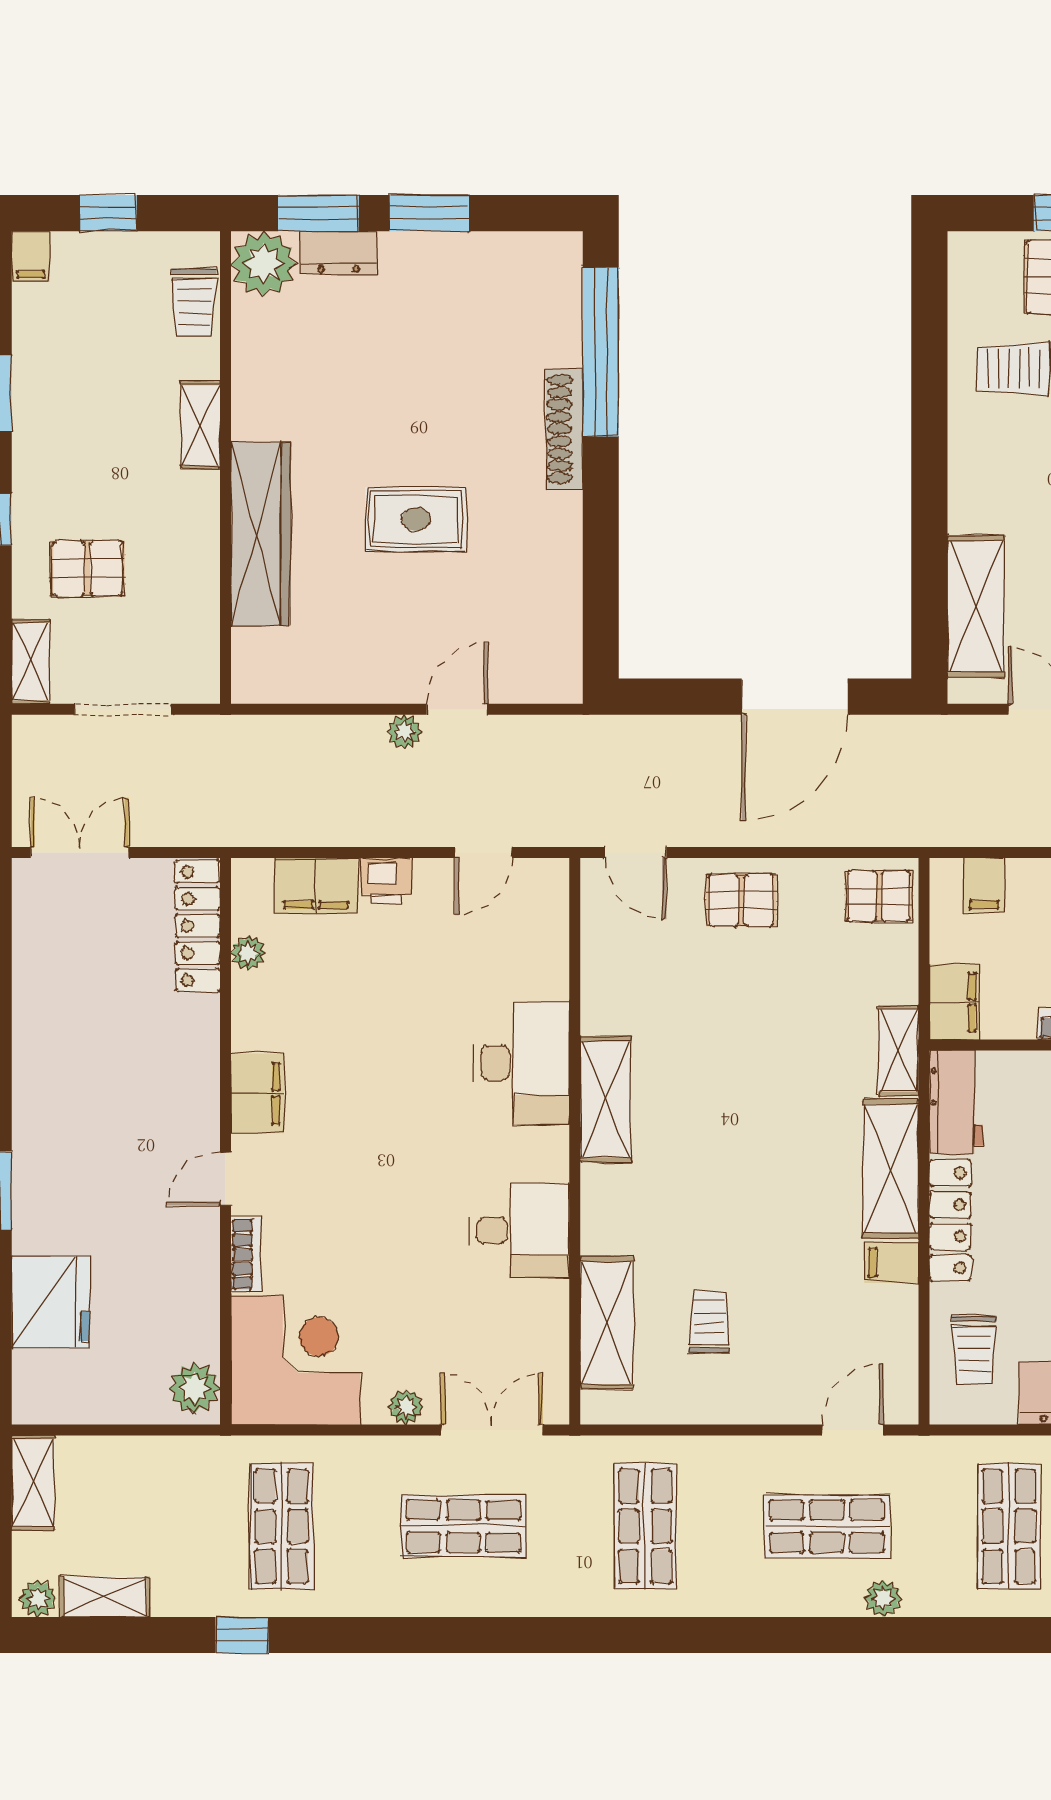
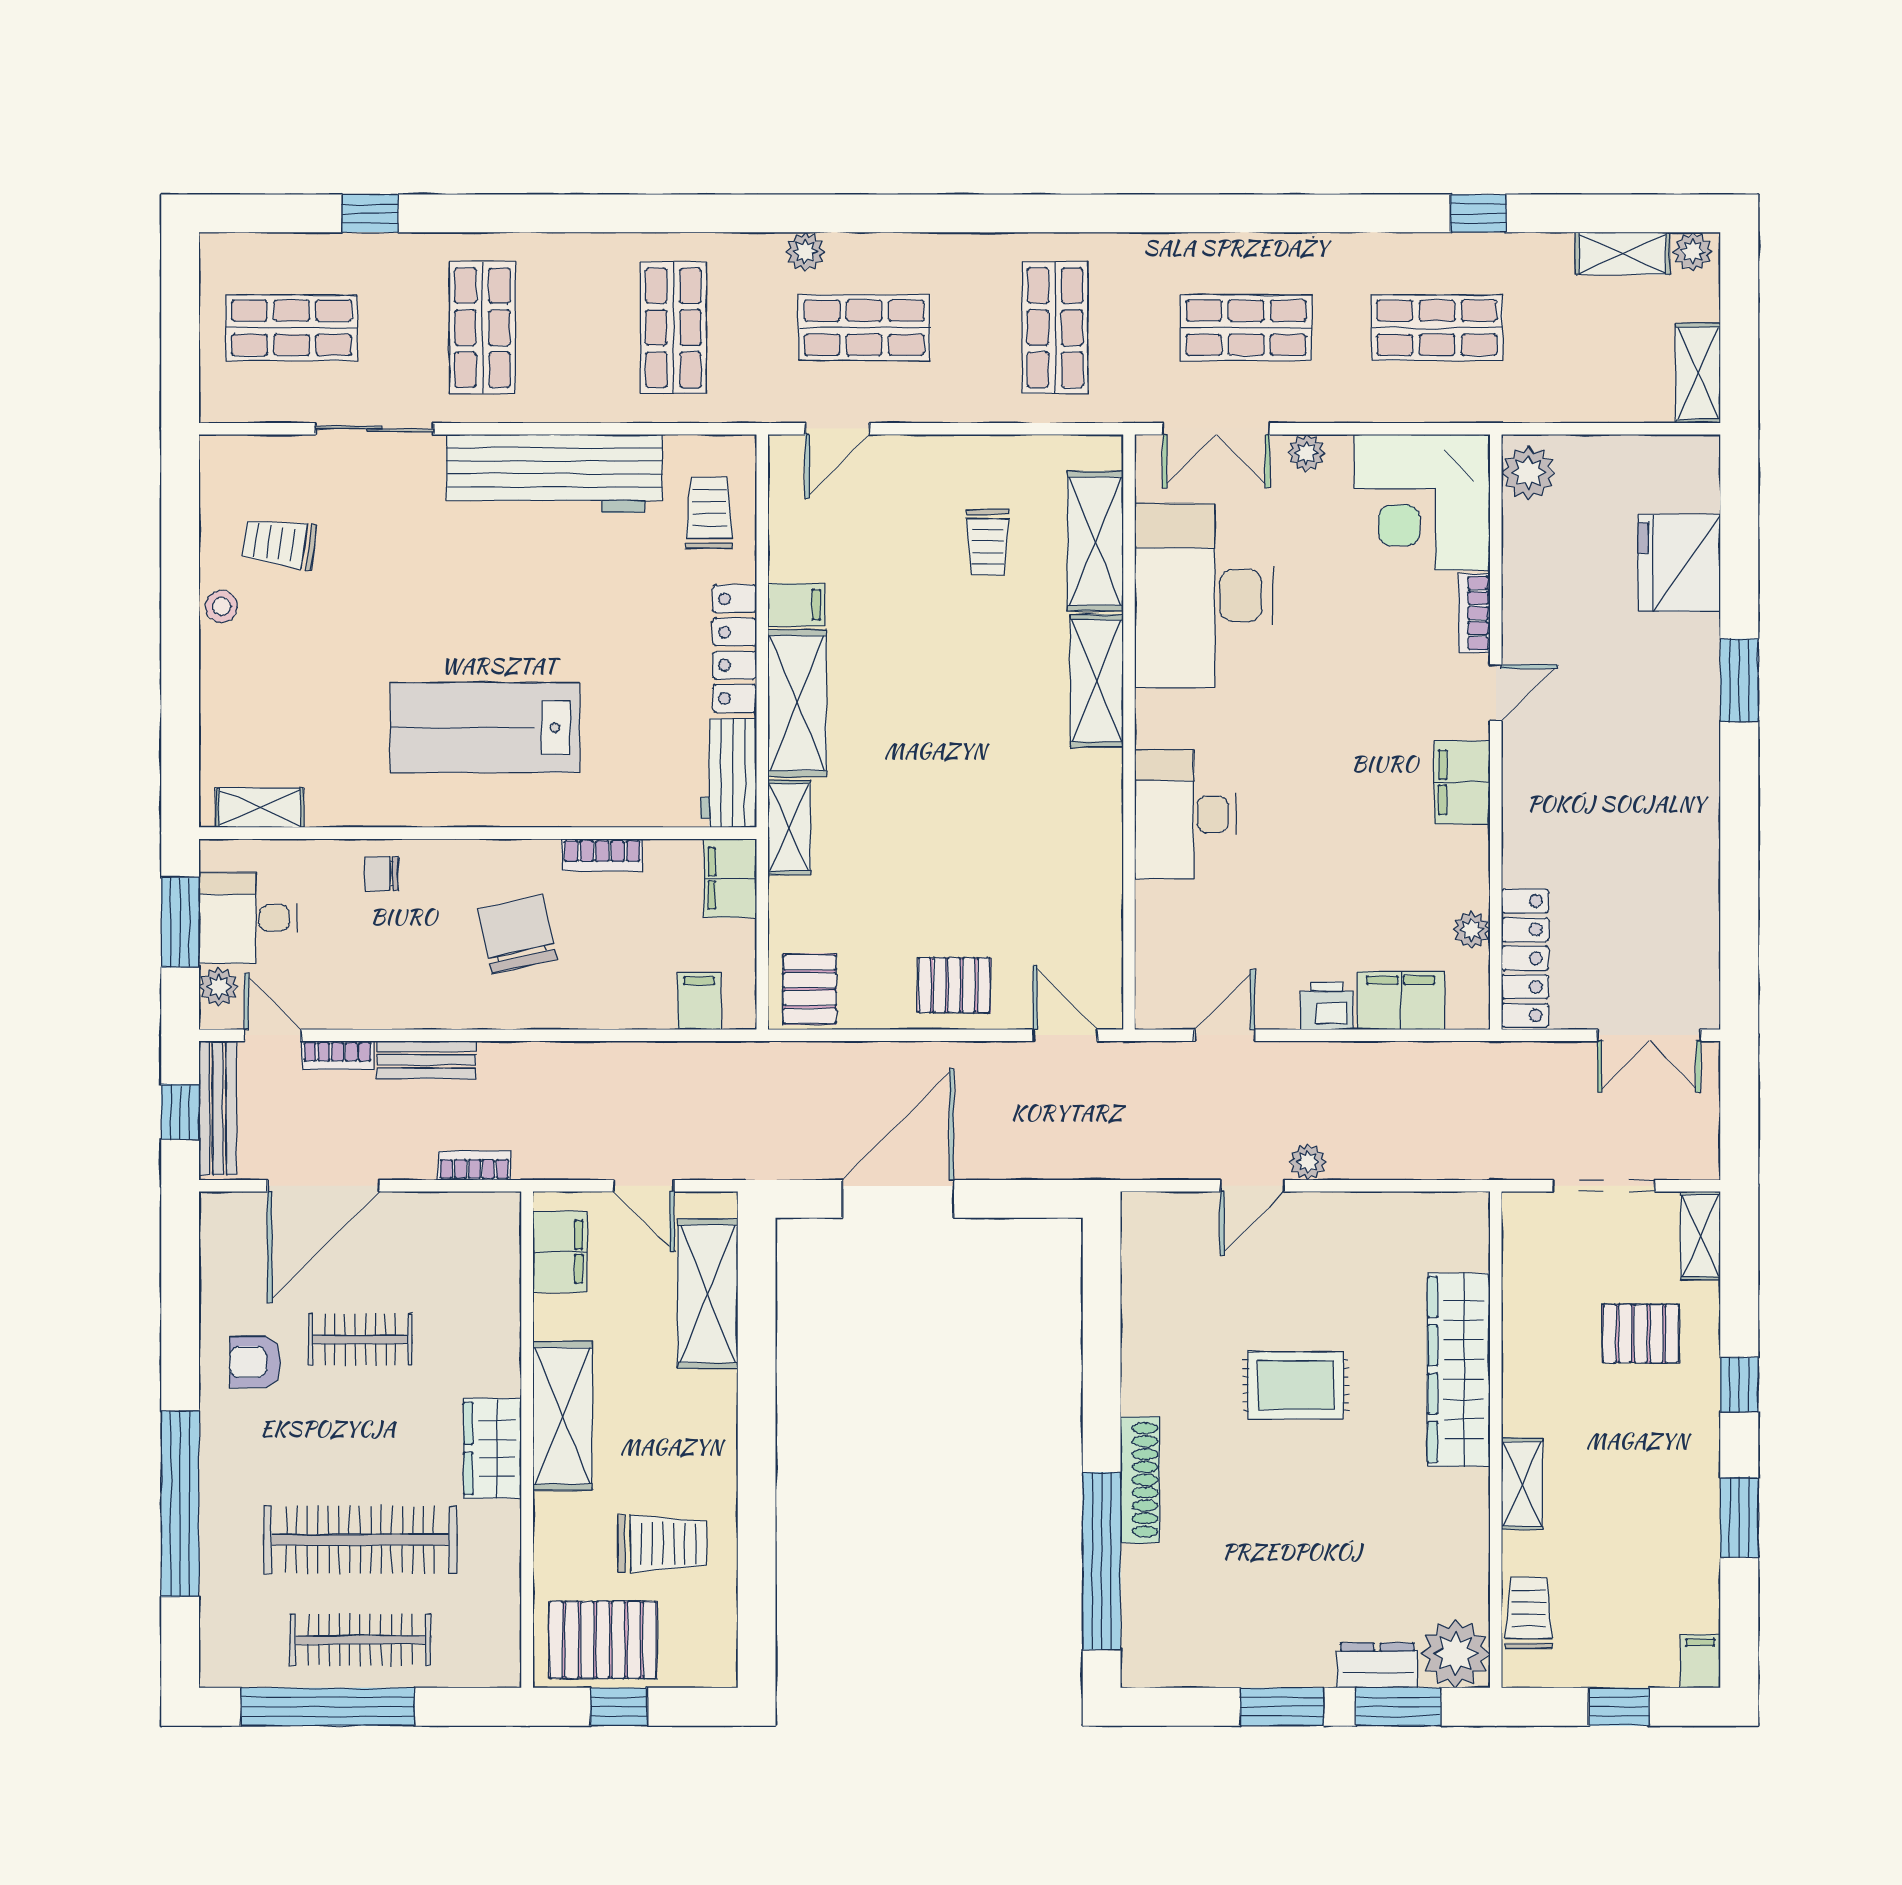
pallet: (879, 896) -> (810, 989), turned 90
shelving: (605, 1099) -> (1097, 681), moved
desk: (519, 1230) -> (1204, 595), width x1.87, depth x1.30
shop shelf: (282, 1526) -> (1437, 328), turned 90

